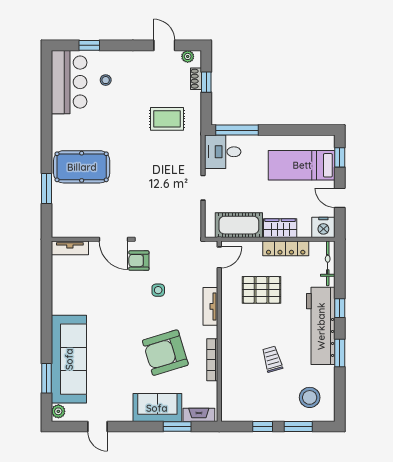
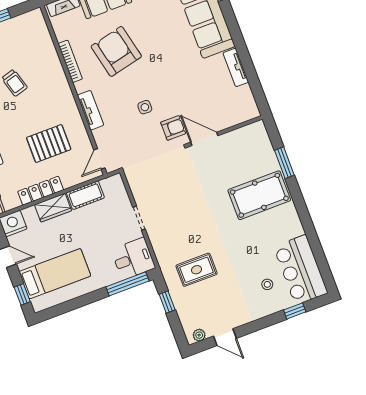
shoe rack: (196, 79) -> (184, 317), removed
window: (206, 82) -> (167, 302), moved
cot: (239, 225) -> (85, 195), width x0.73, depth x0.75
tv unit: (70, 248) -> (236, 67), moved, turned -90
armchair: (165, 353) -> (116, 51), turned -86

